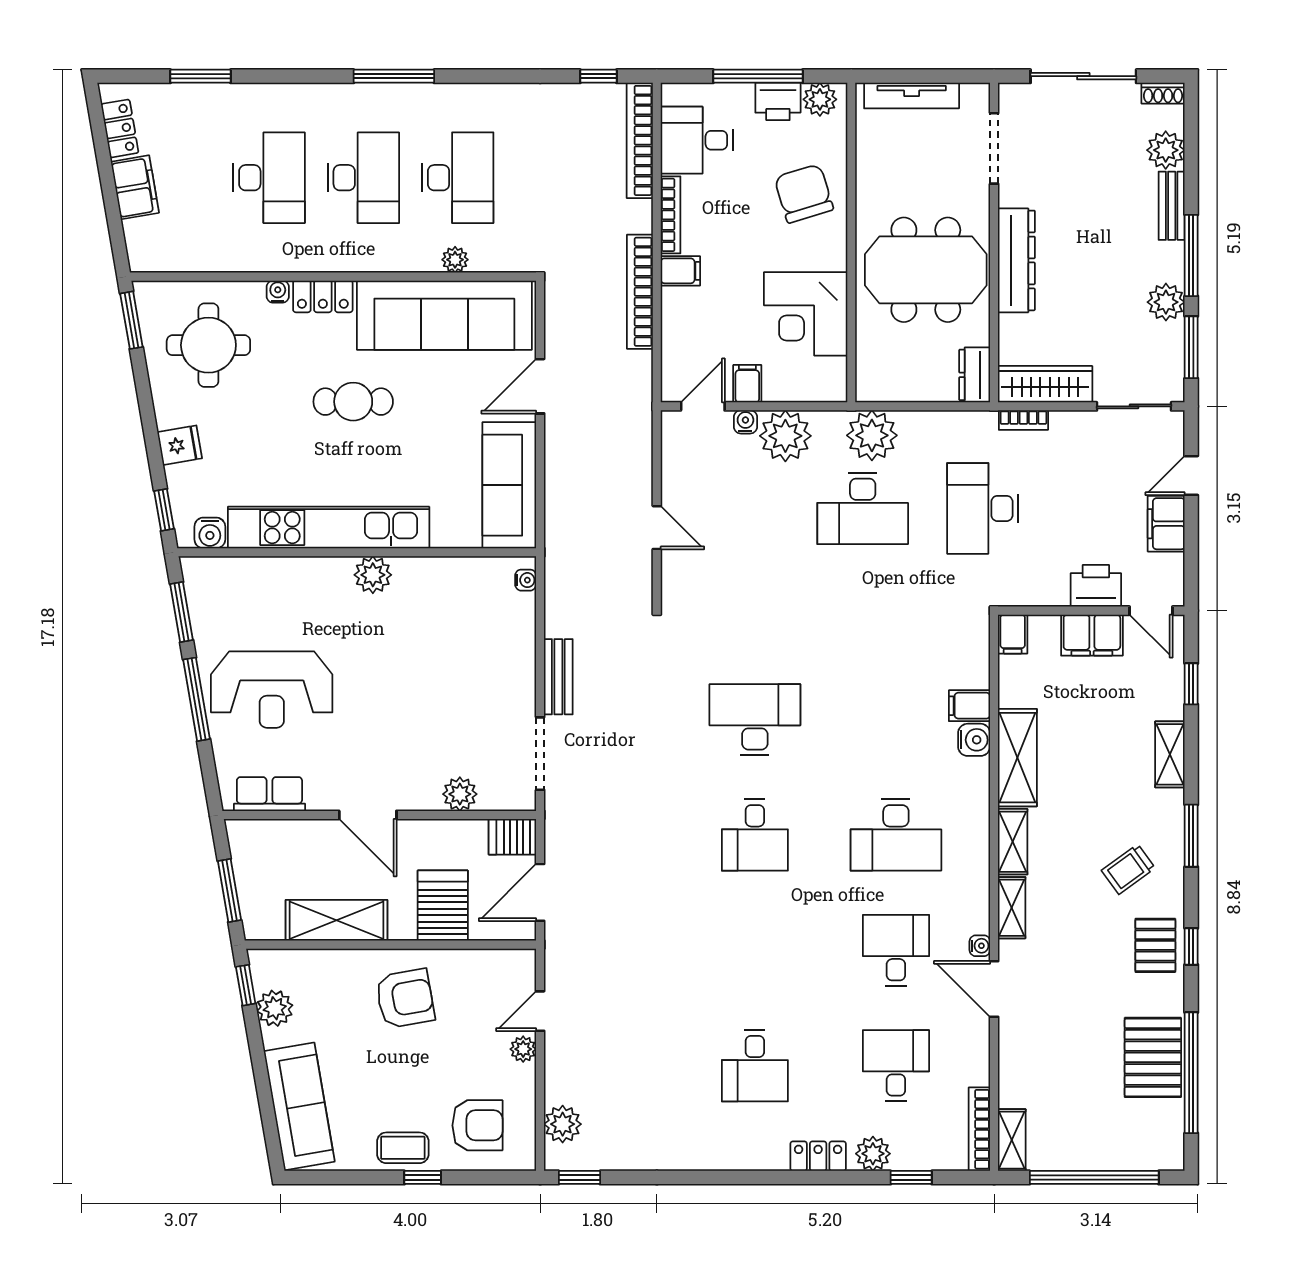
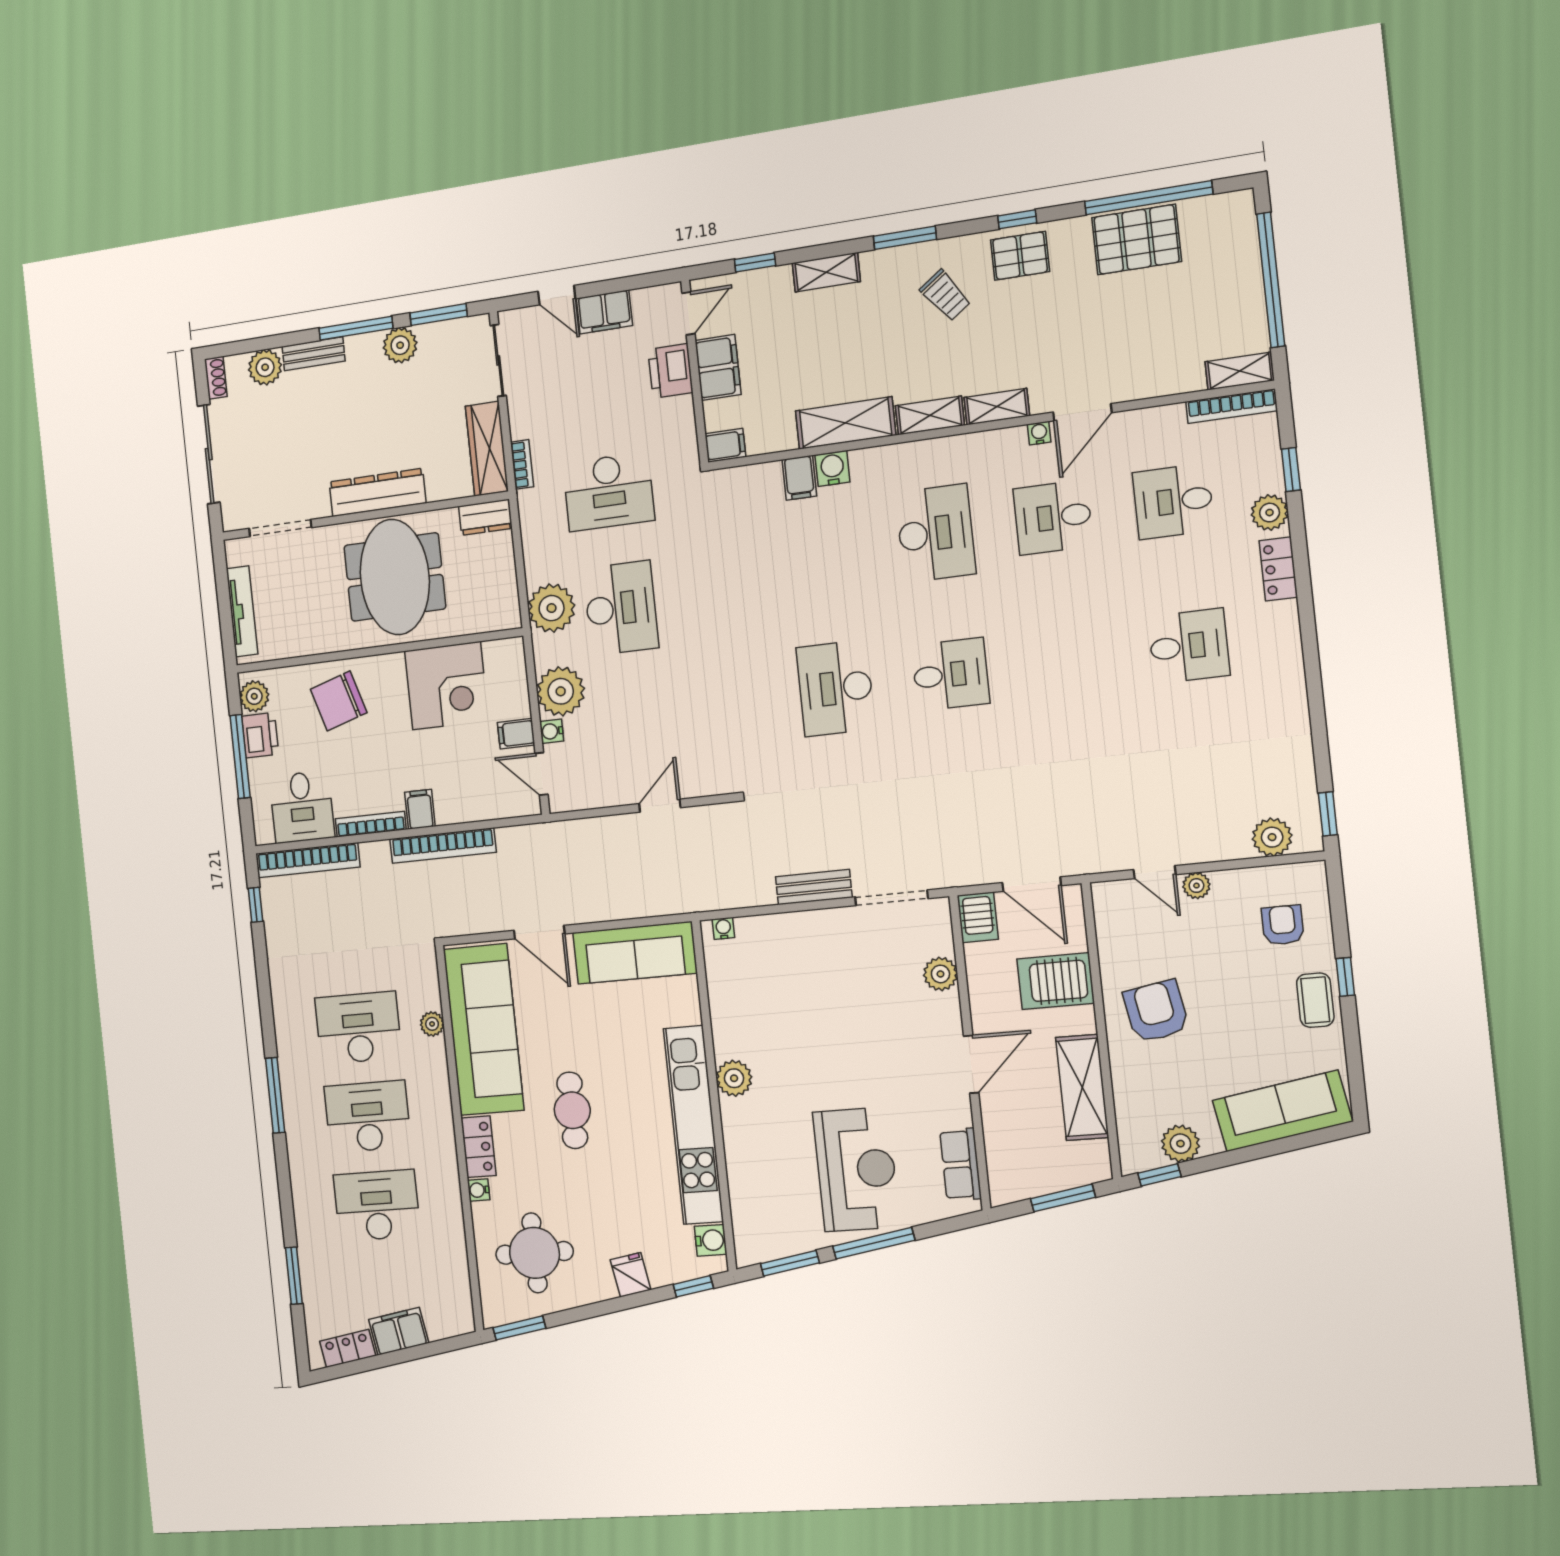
armchair: (477, 1125) -> (1283, 925), width x0.72, depth x0.72

